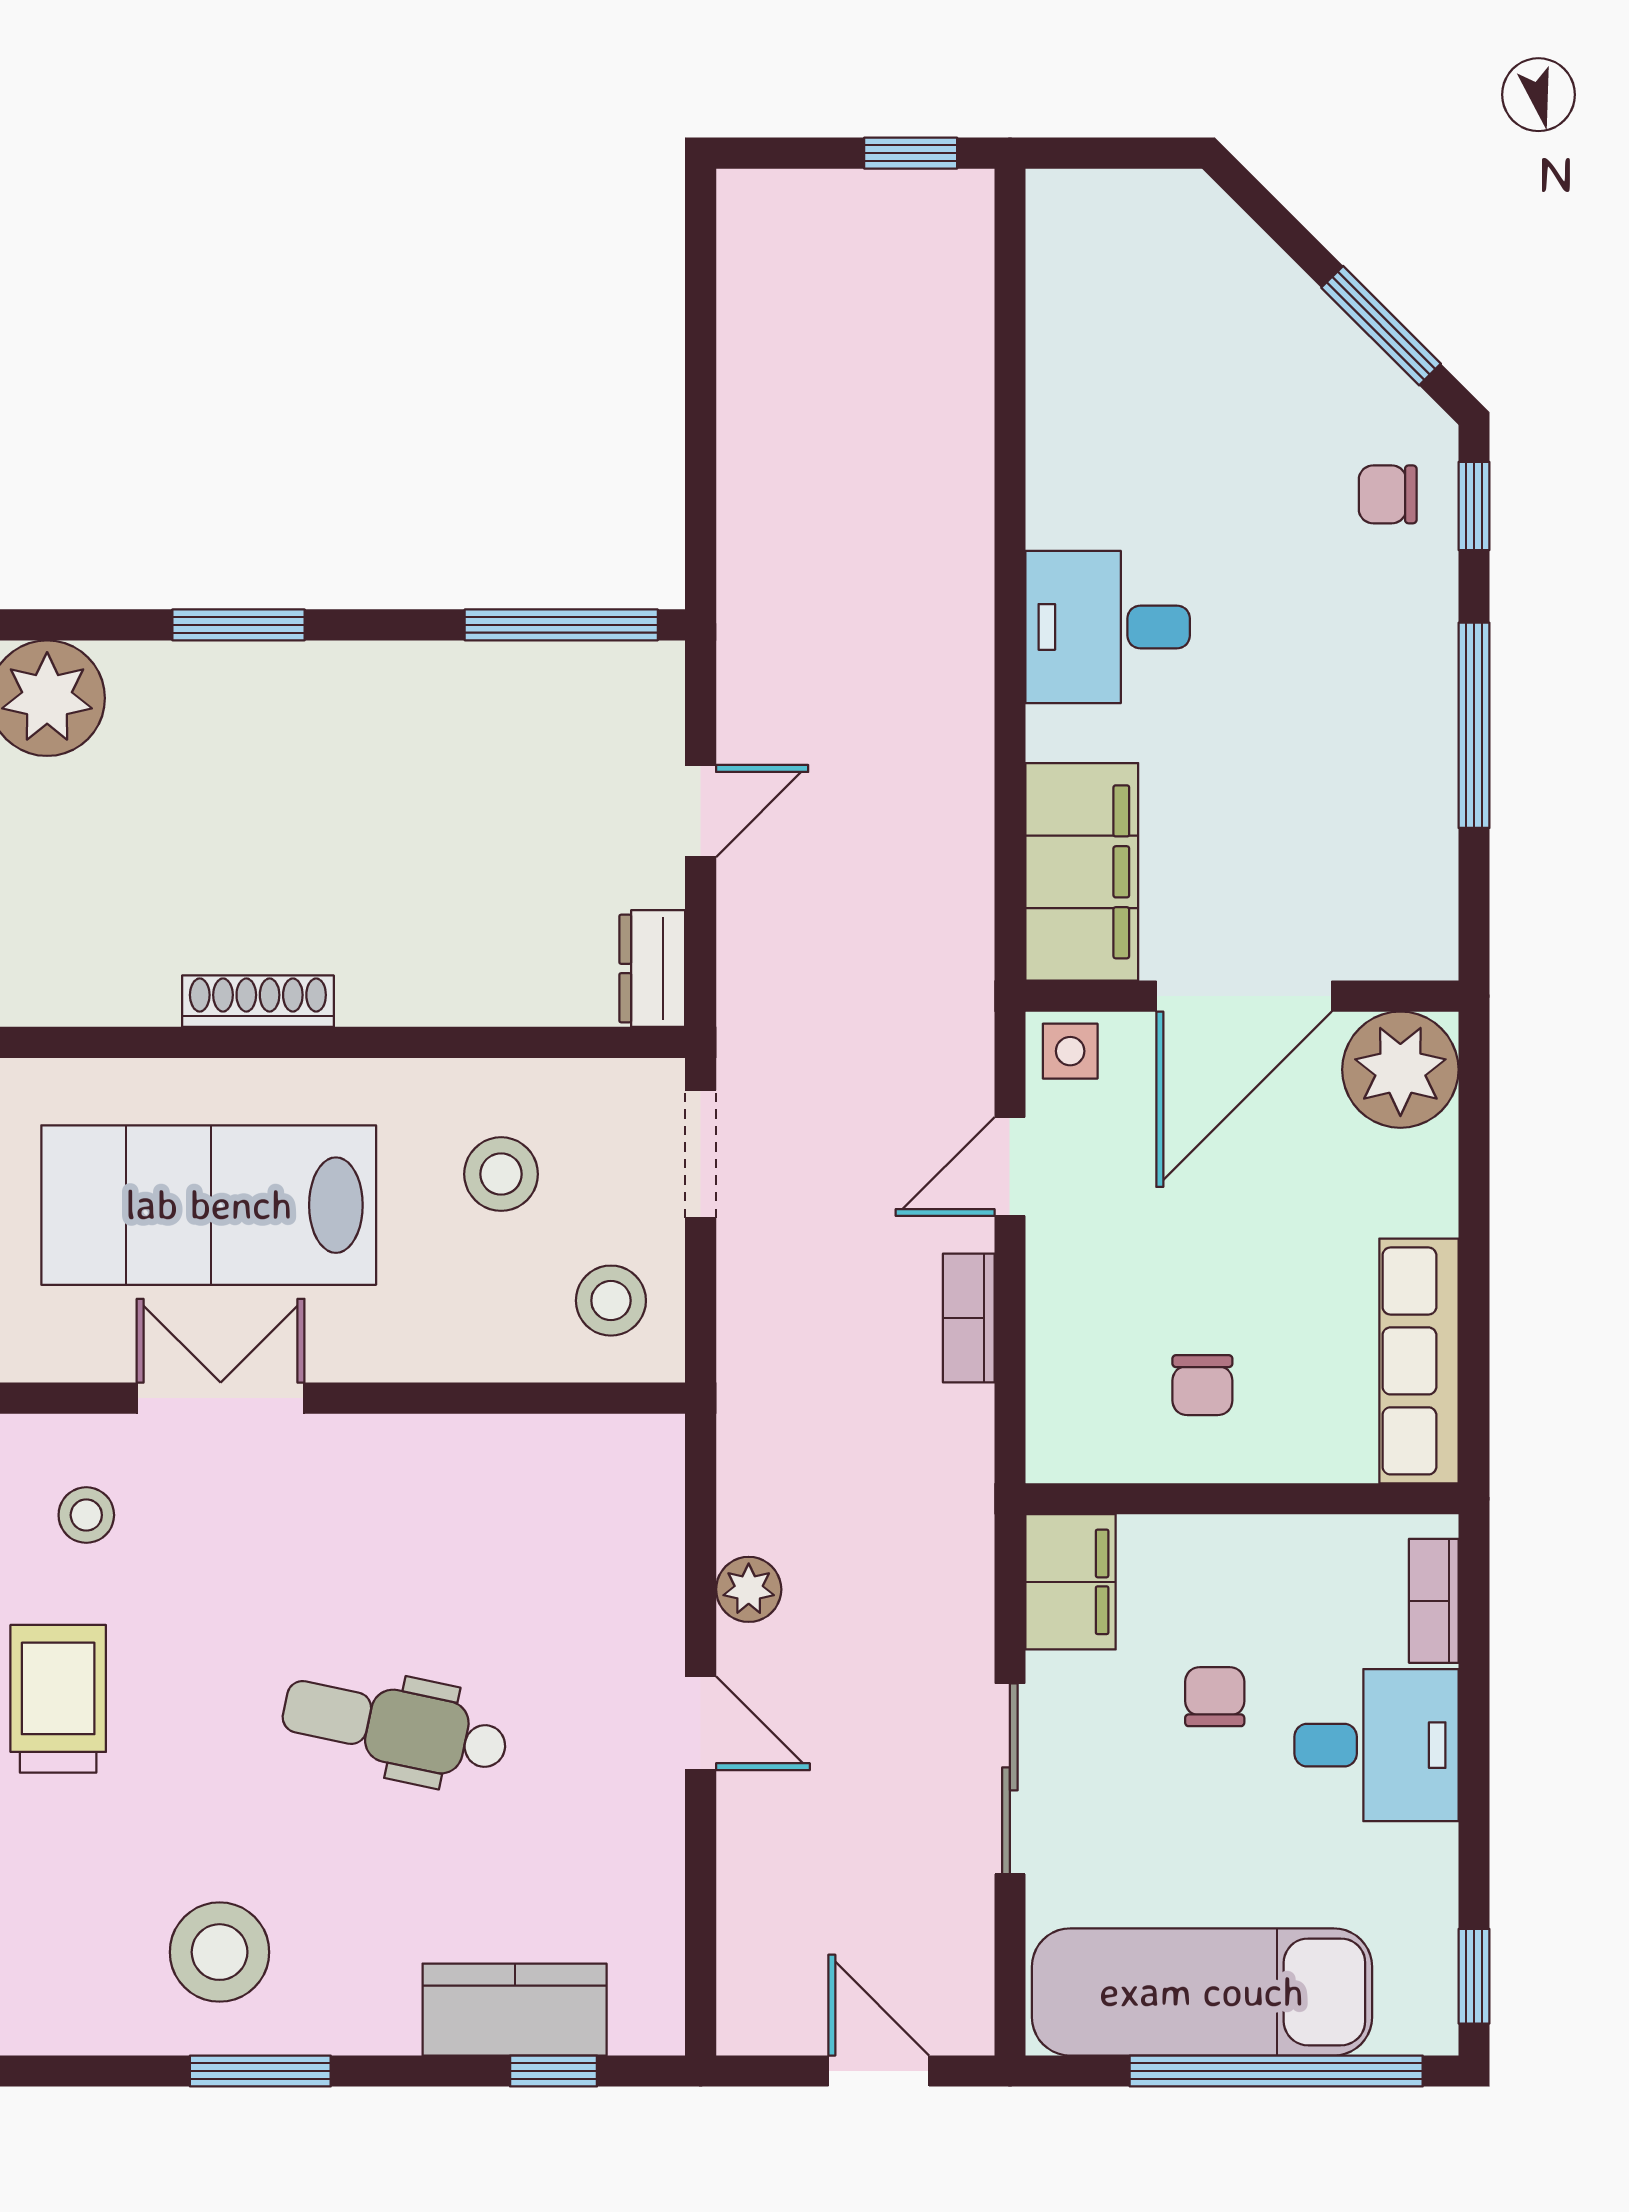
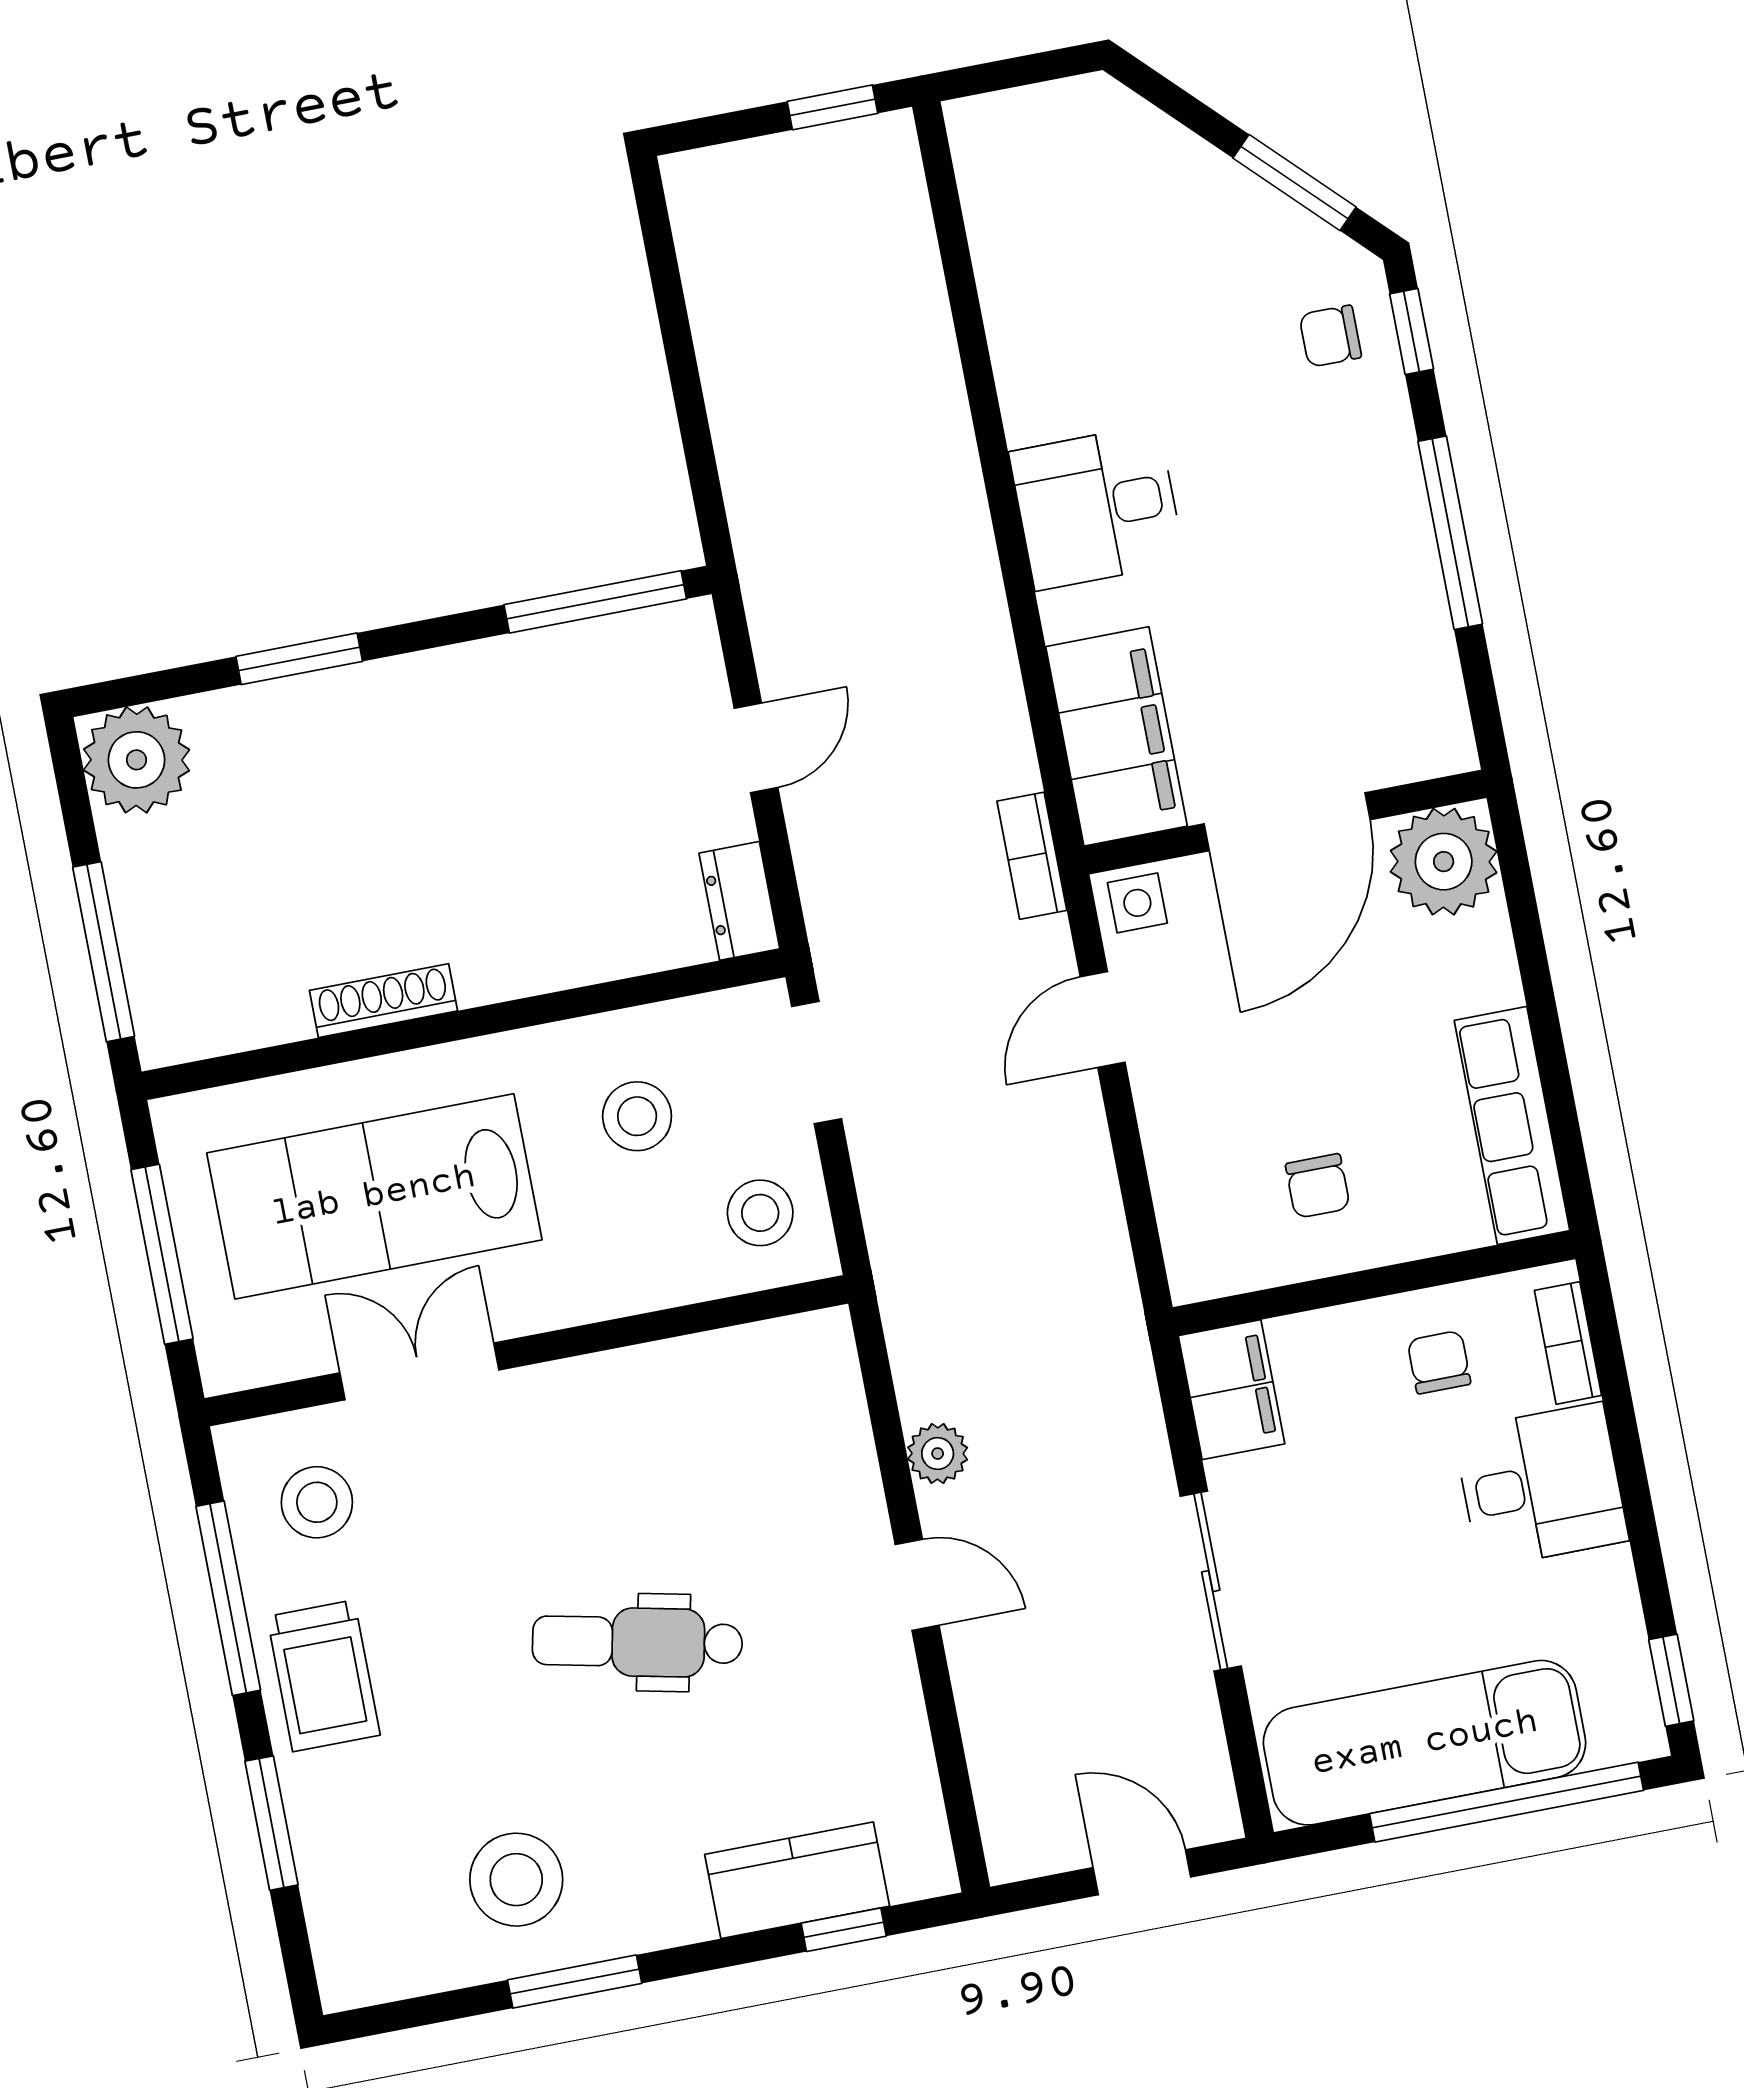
bookcase: (969, 1318) -> (1032, 856), moved
stool: (86, 1515) -> (317, 1502), width x1.37, depth x1.37
chair: (1215, 1697) -> (1439, 1362), moved
trolley: (58, 1699) -> (323, 1676), turned 180

